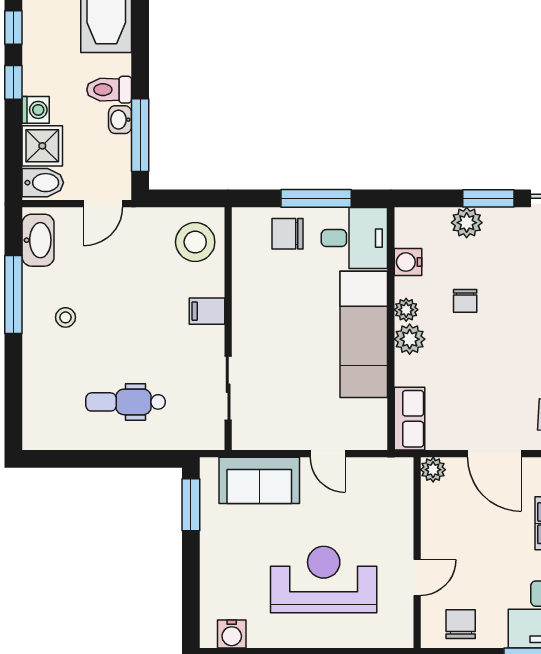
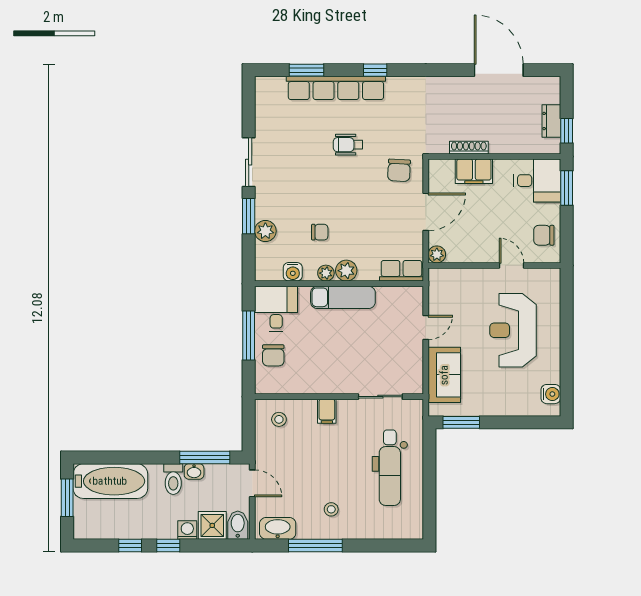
stool: (195, 242) -> (279, 419), width x0.53, depth x0.53
exam couch: (364, 334) -> (343, 297), width x0.73, depth x0.69
dental chair: (126, 402) -> (390, 468), width x1.36, depth x1.38

